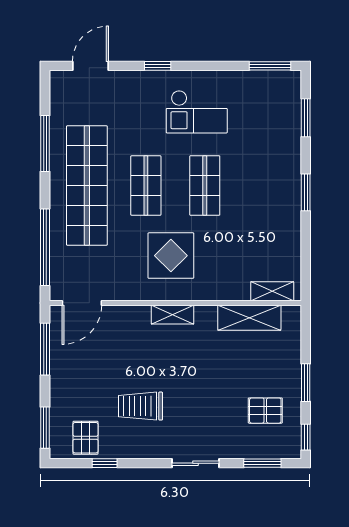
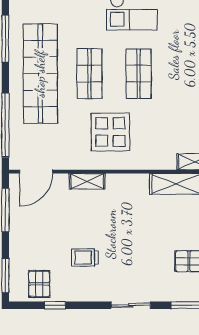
shelving: (172, 315) -> (87, 181), moved
trolley: (140, 406) -> (85, 258), width x0.73, depth x0.72

